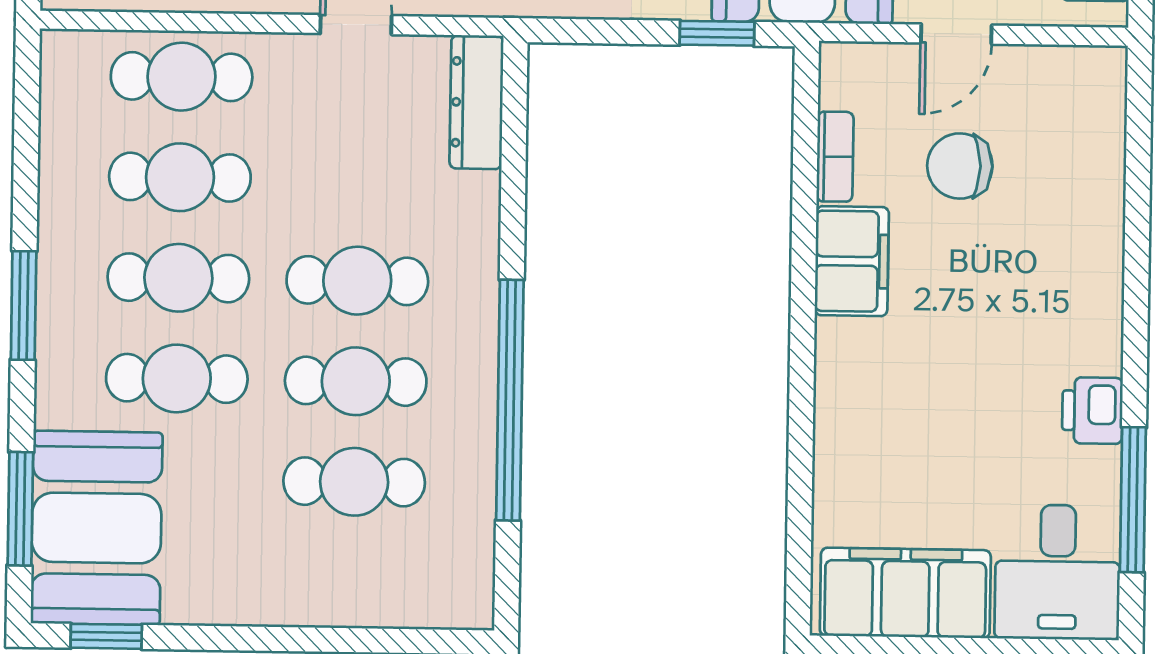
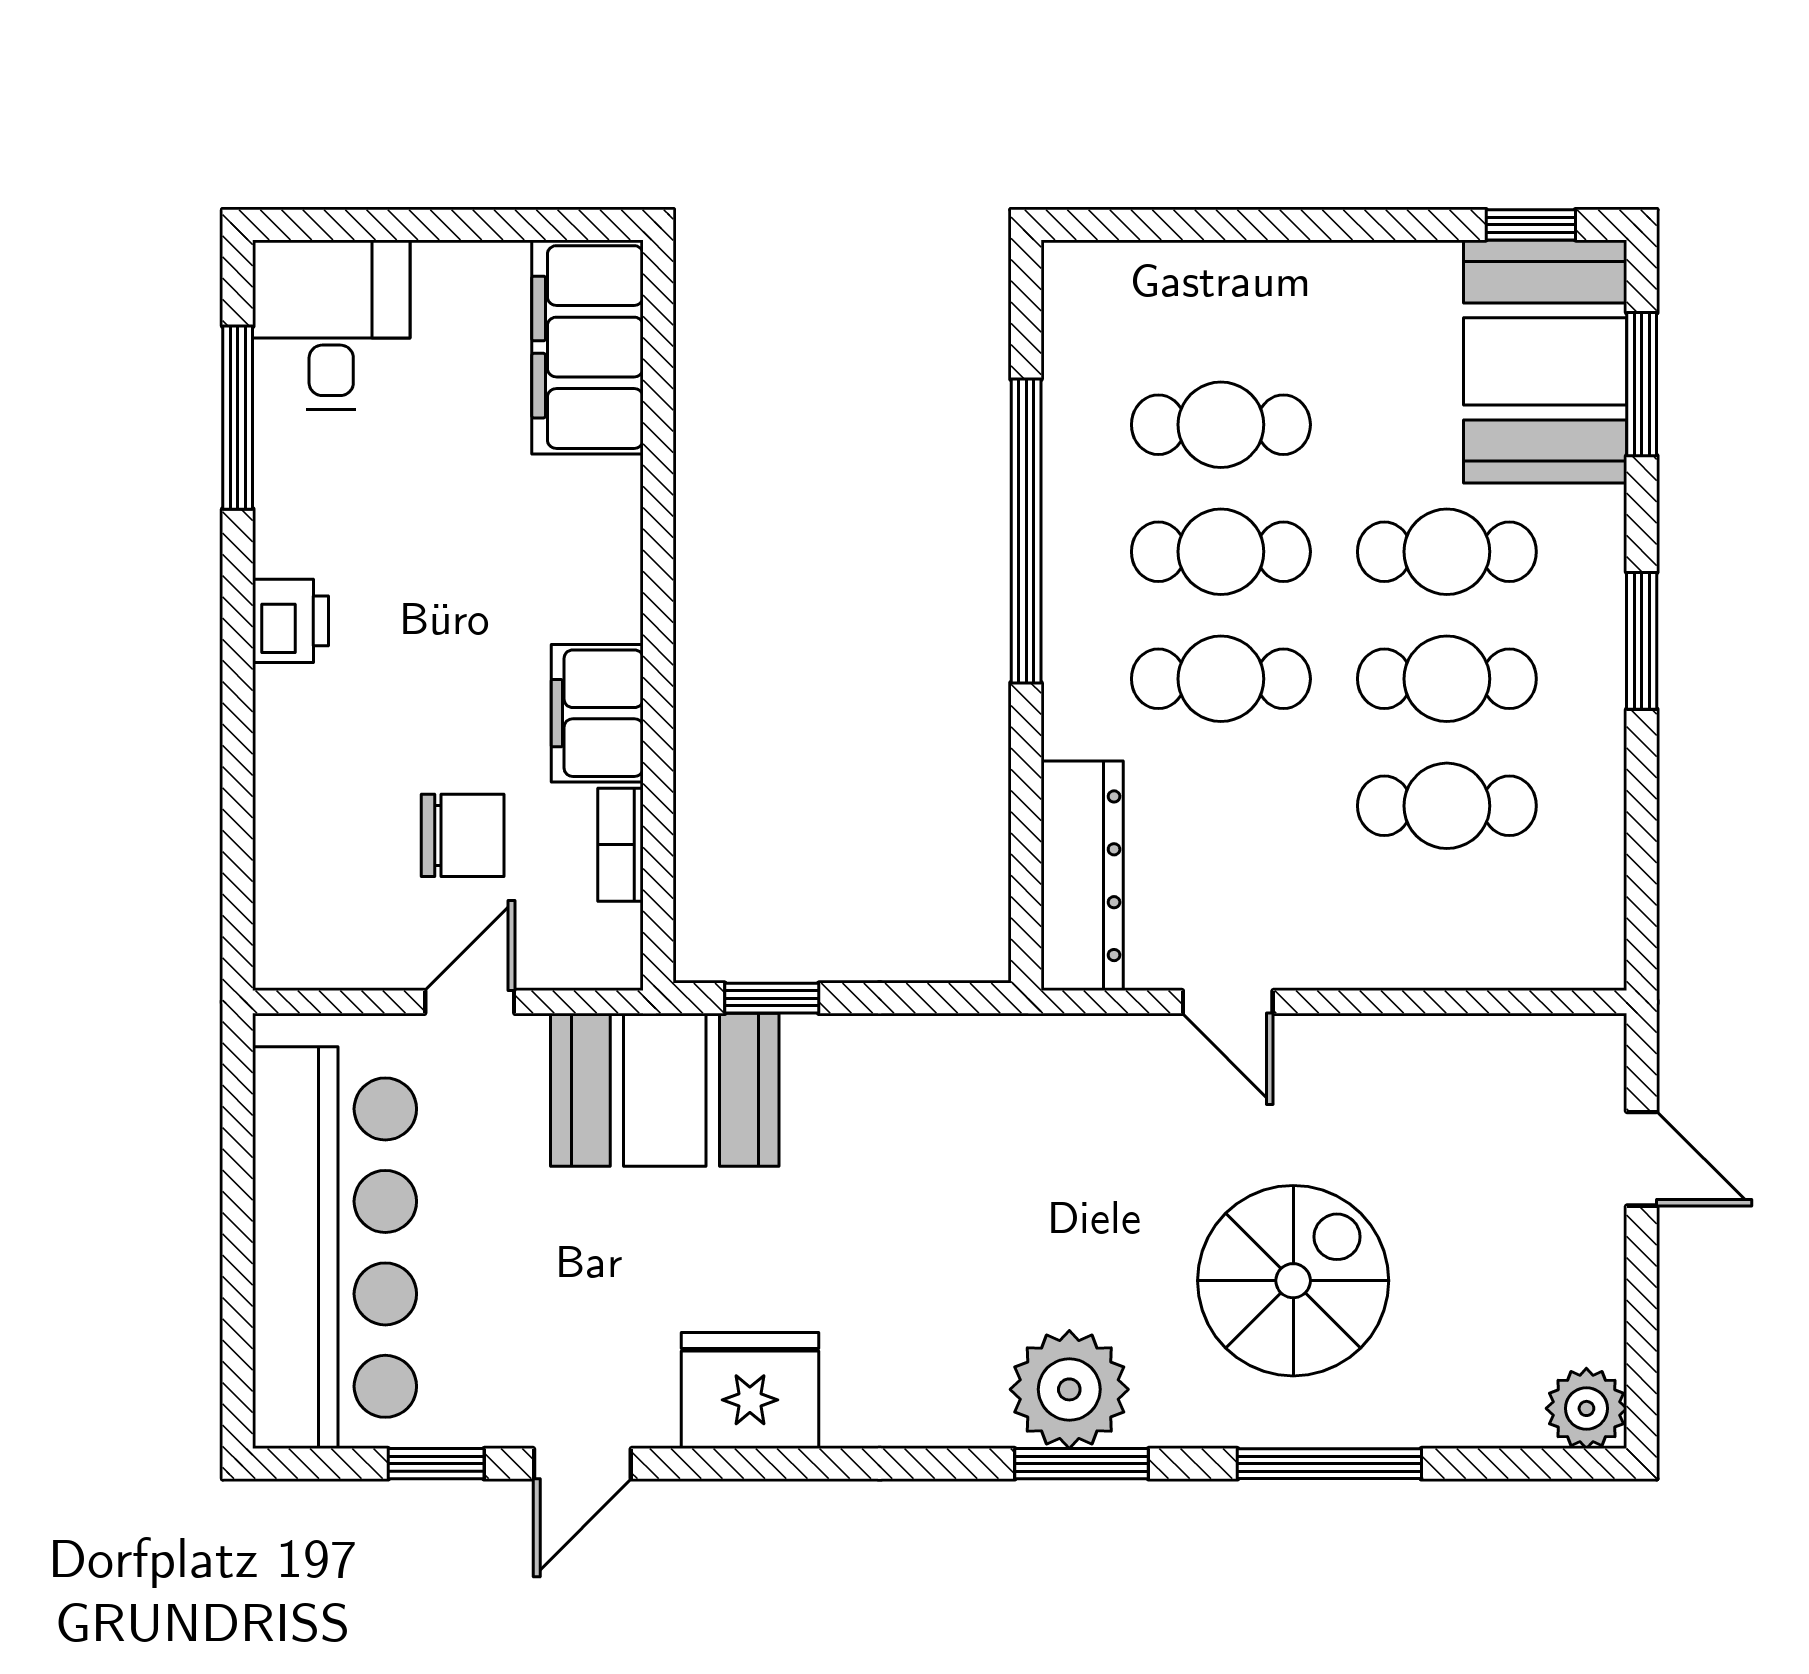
cafe table: (182, 77) -> (1447, 933), removed
dresser: (477, 102) -> (1082, 876), width x1.37, depth x1.24
printer: (1092, 411) -> (291, 621), moved
filing cabinet: (905, 593) -> (588, 347), moved, turned 90

